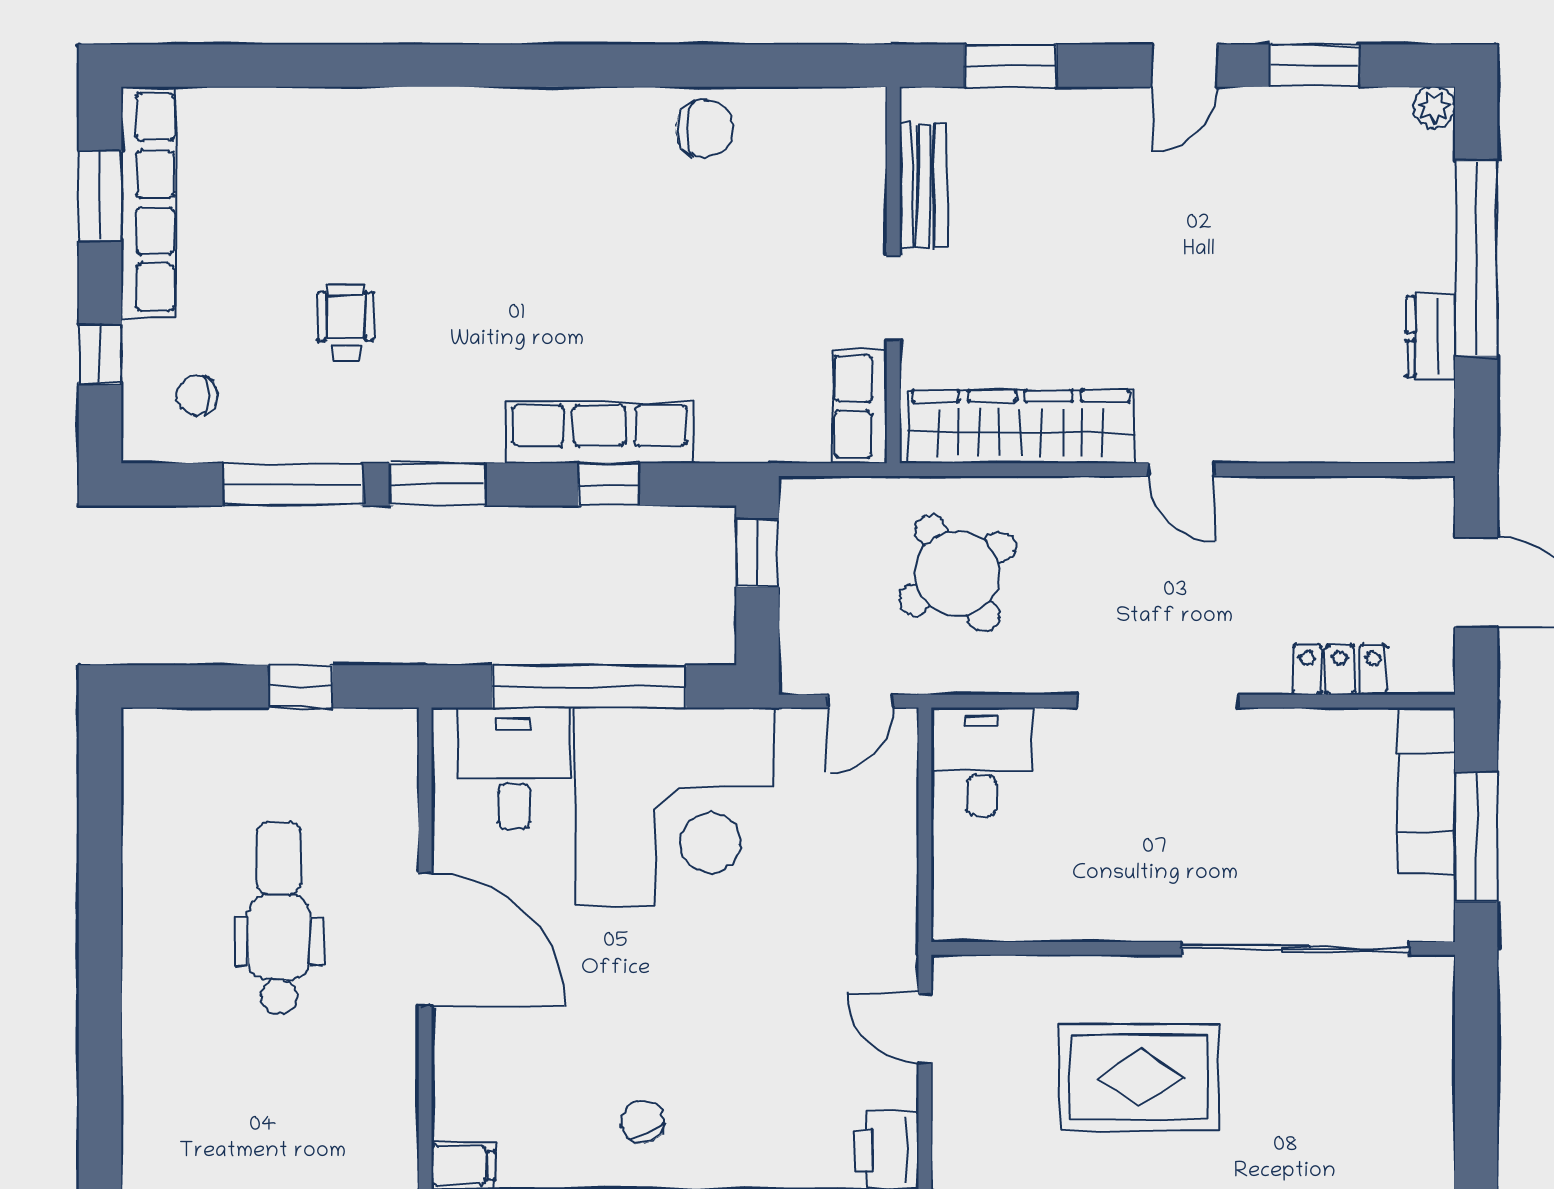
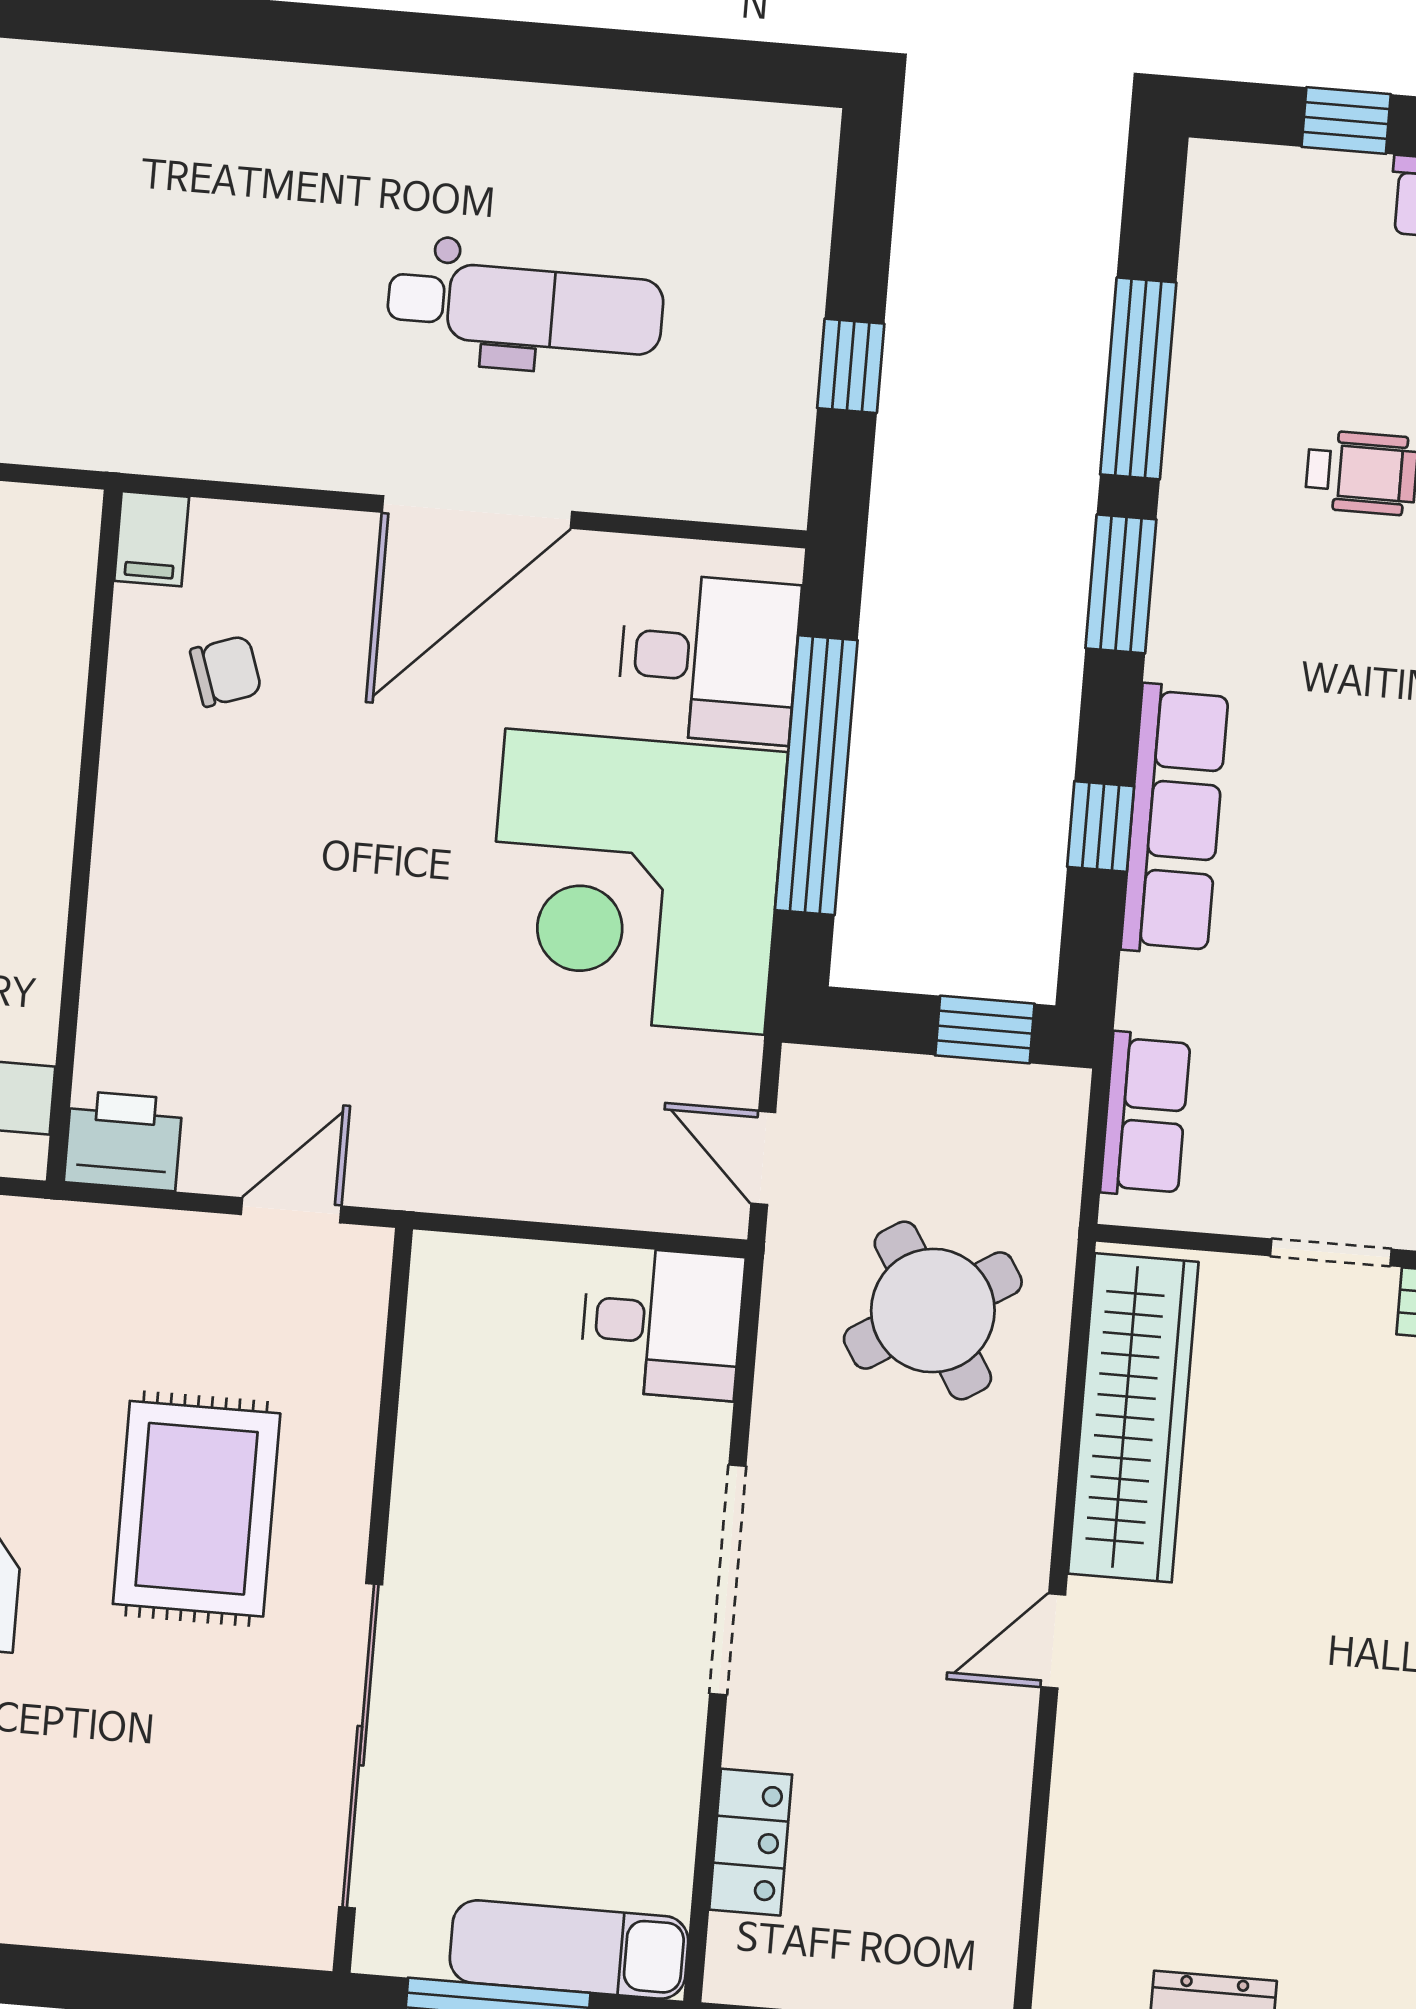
chair: (196, 395) -> (1276, 252), removed
row of seats: (860, 406) -> (1145, 1115), moved, turned 90
chair: (643, 1122) -> (226, 671), moved

